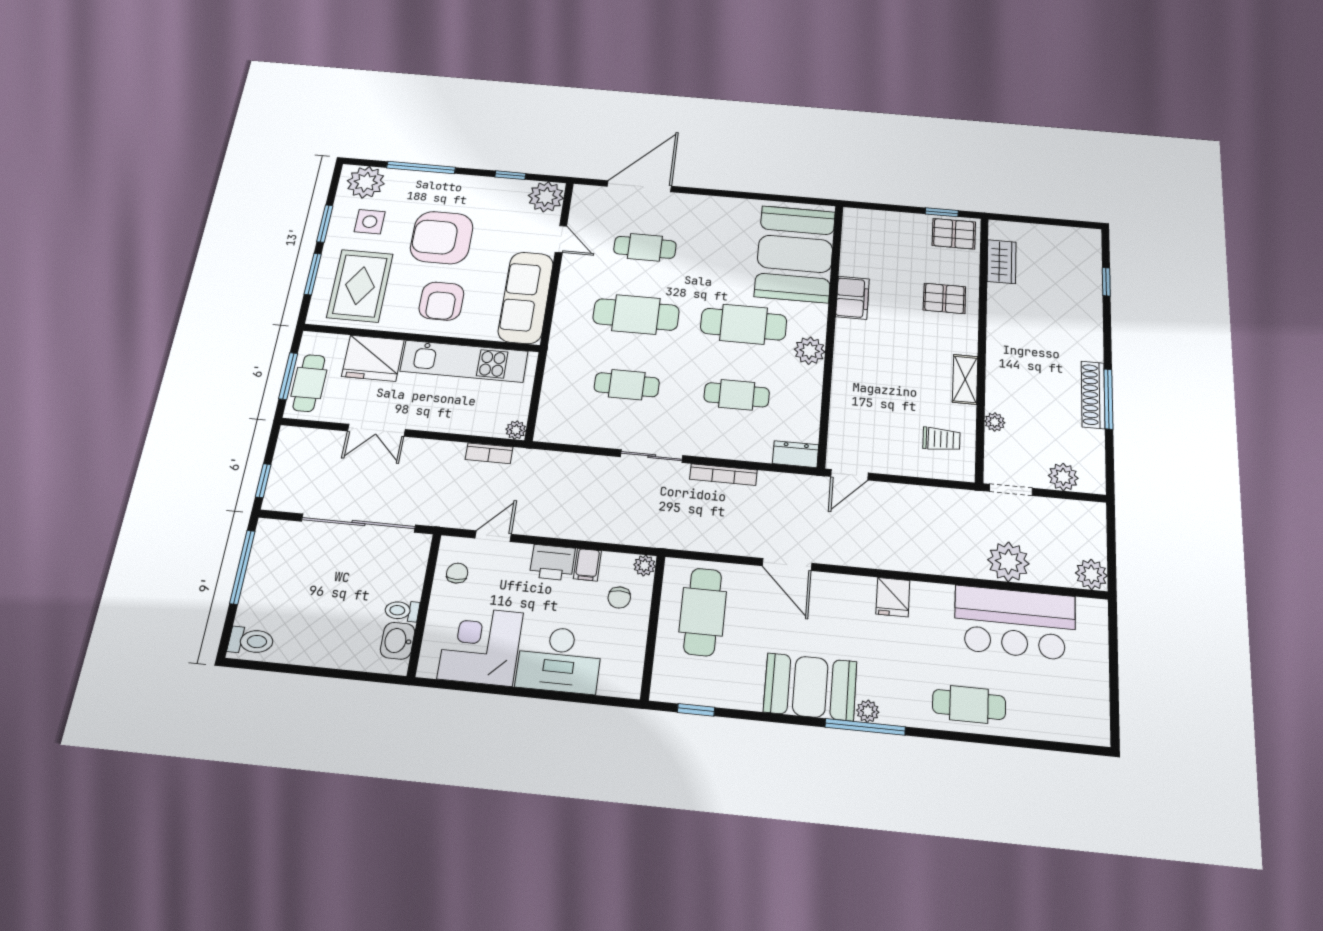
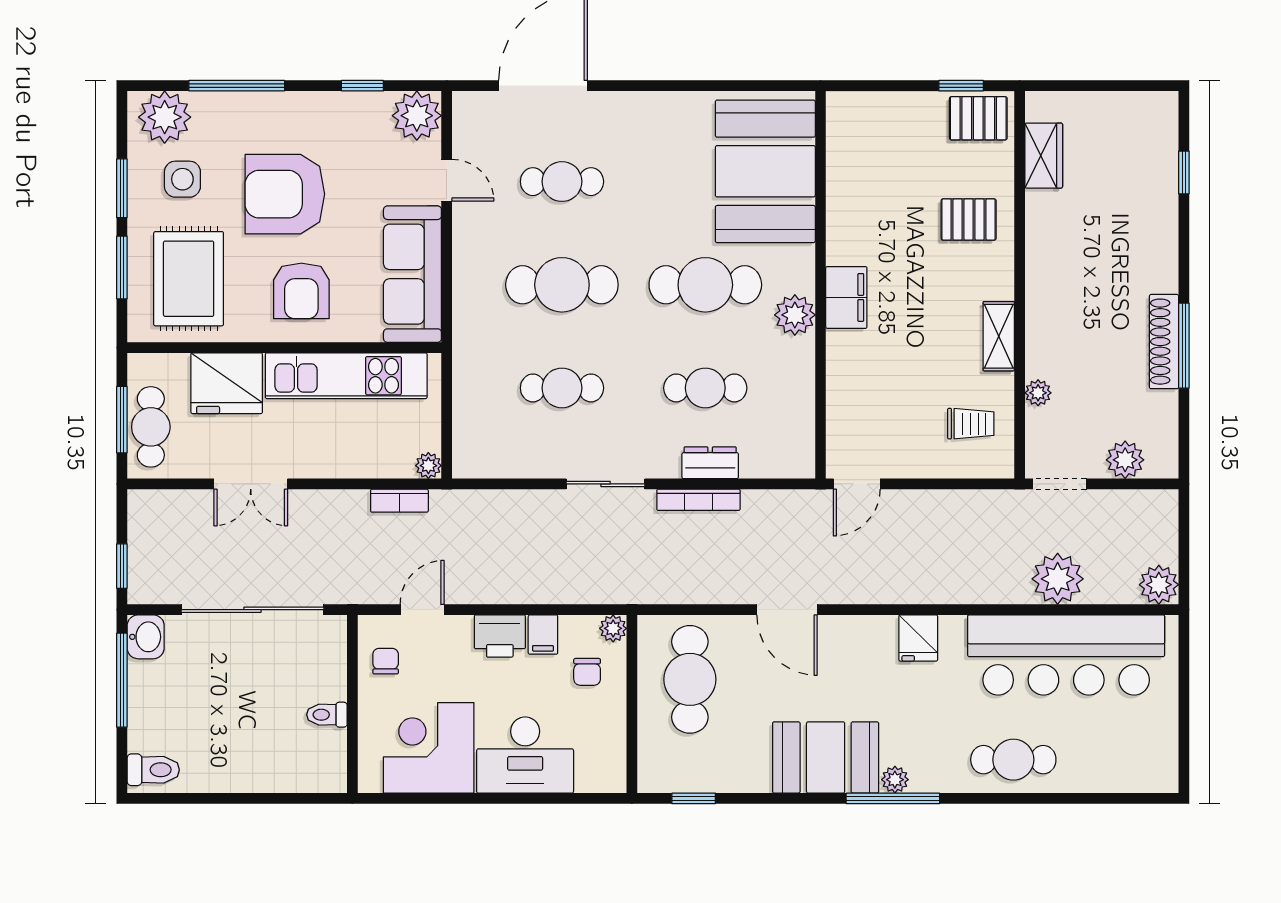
filing cabinet: (852, 298) -> (846, 297), moved
dresser: (796, 454) -> (710, 463), moved
bar counter: (1015, 623) -> (1066, 655), width x1.36
washbasin: (398, 641) -> (146, 637), moved, turned 180

